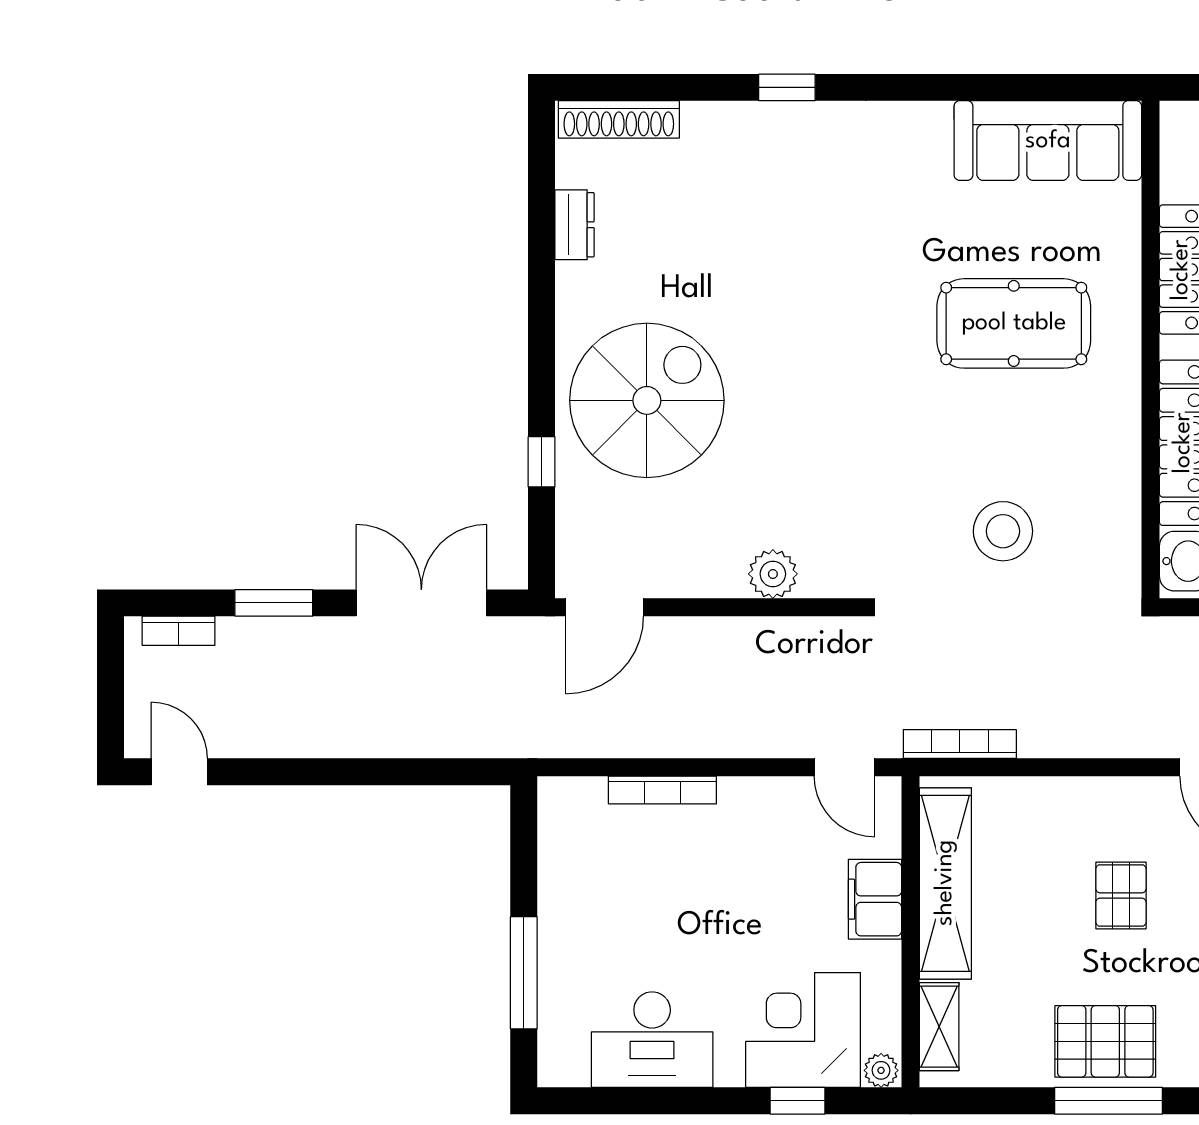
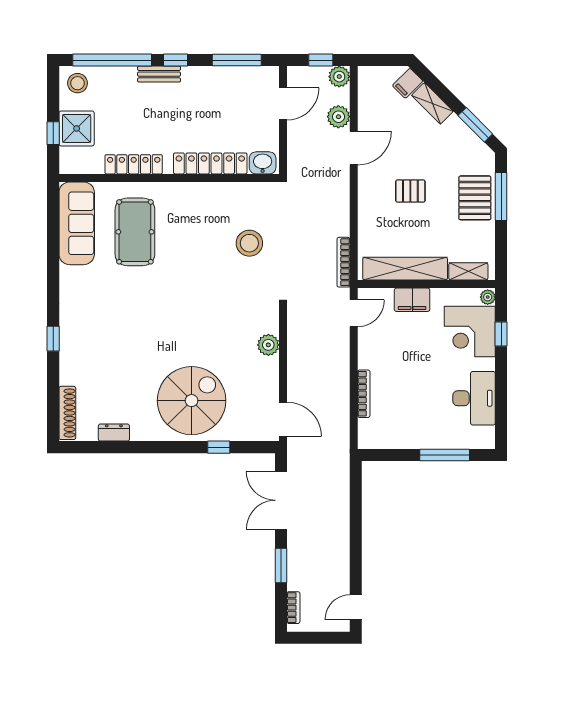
pool table: (1014, 323) -> (135, 232), moved
spiral stairs: (647, 400) -> (192, 401), turned 90

